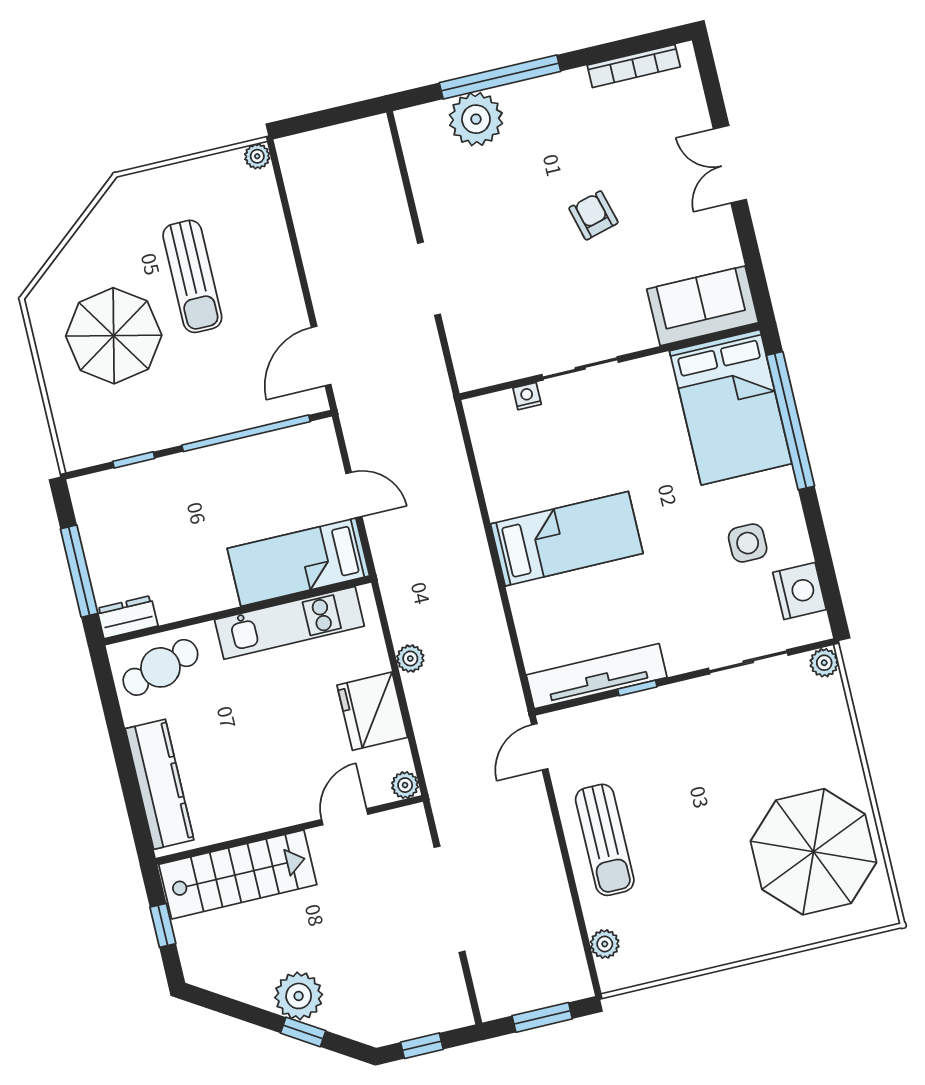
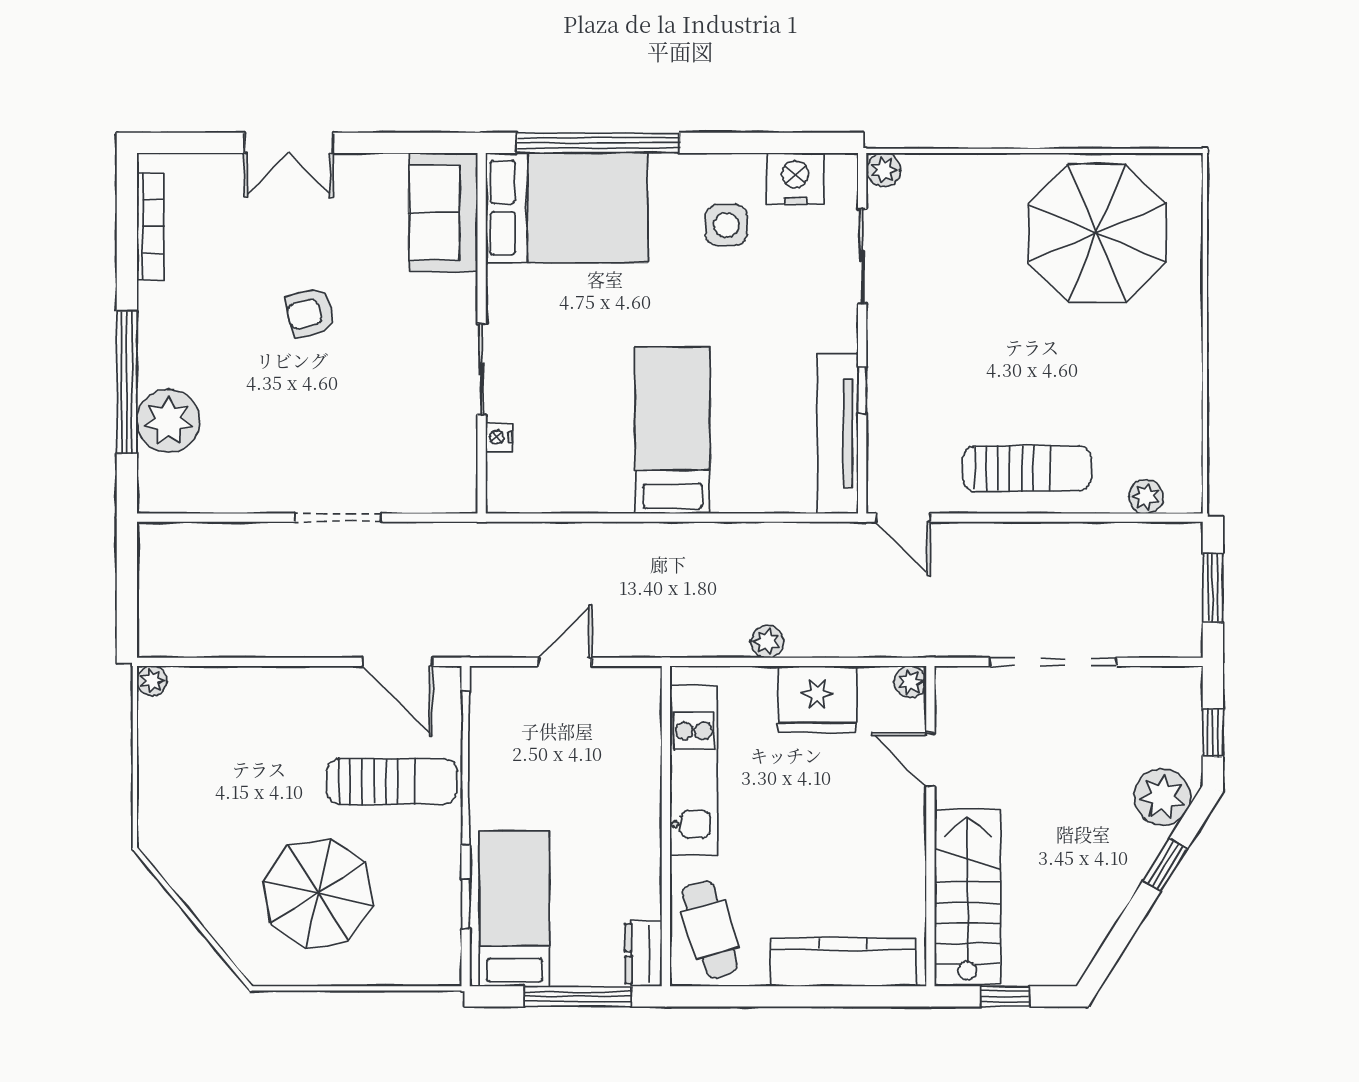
sun lounger: (192, 276) -> (392, 781), moved
bed: (298, 562) -> (515, 909), moved, turned 180
plant: (299, 996) -> (1162, 797), moved

